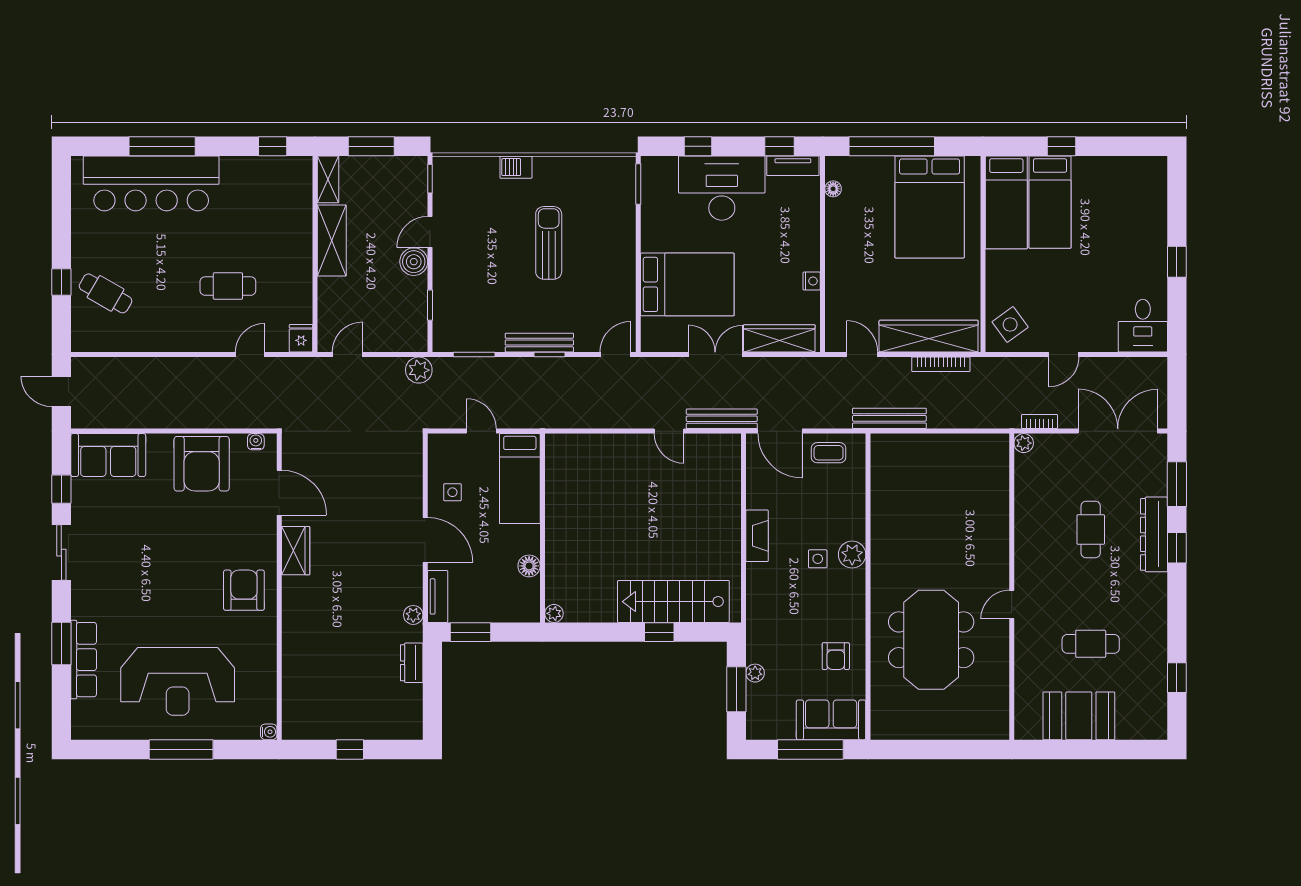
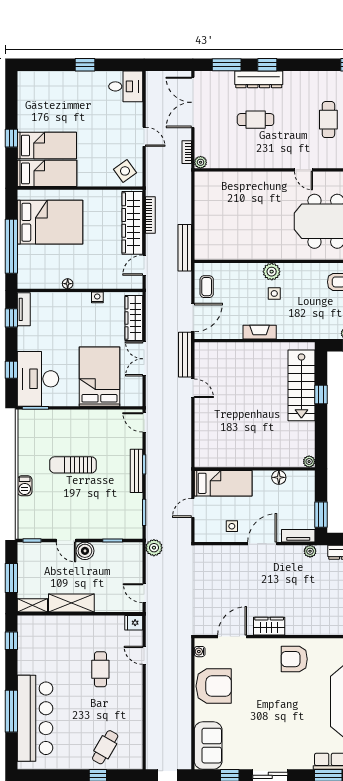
desk: (722, 188) -> (38, 379), moved
floor lamp: (833, 189) -> (68, 284), moved
door: (669, 431) -> (193, 388), hinge flipped

